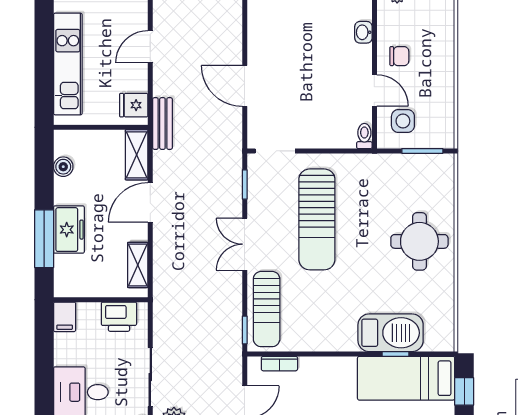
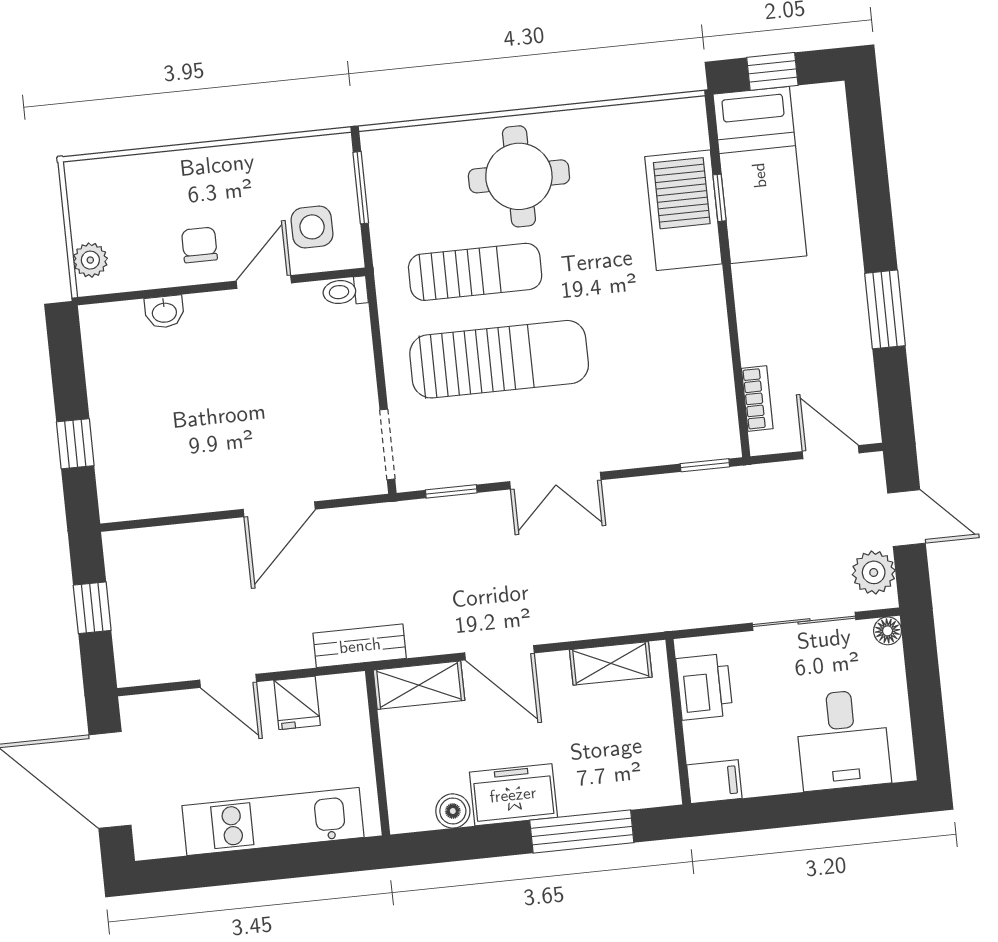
fridge: (134, 105) -> (297, 703), moved
freezer: (69, 230) -> (513, 795), moved
sun lounger: (267, 309) -> (475, 272), moved

